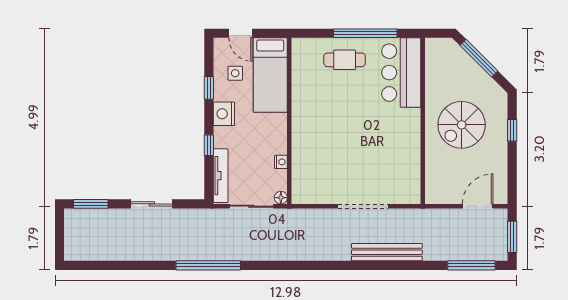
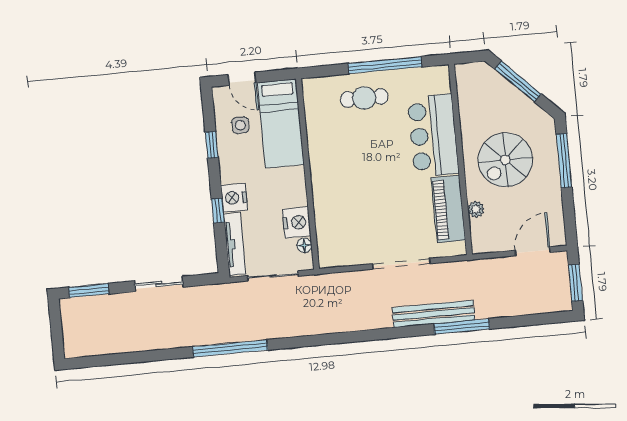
bar counter: (401, 73) -> (433, 136), moved
nightstand: (224, 114) -> (234, 198), moved
window: (512, 130) -> (564, 161), width x2.17
nightstand: (281, 162) -> (297, 222), width x1.89, depth x1.79
piano: (408, 163) -> (448, 209), added
plant: (432, 165) -> (476, 209), added
floor lamp: (281, 198) -> (304, 245), moved
window: (471, 265) -> (462, 326), moved

